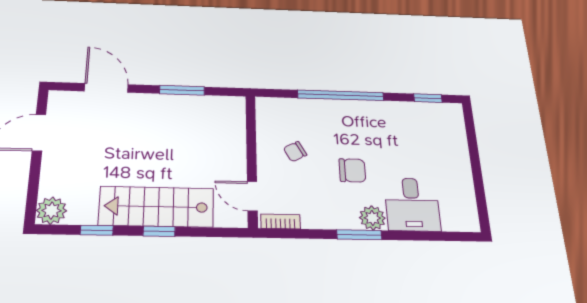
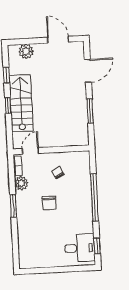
desk: (412, 204) -> (80, 248), moved, turned 180
plant: (51, 211) -> (26, 51), moved
plant: (372, 218) -> (21, 183), moved

